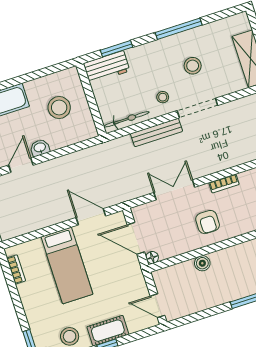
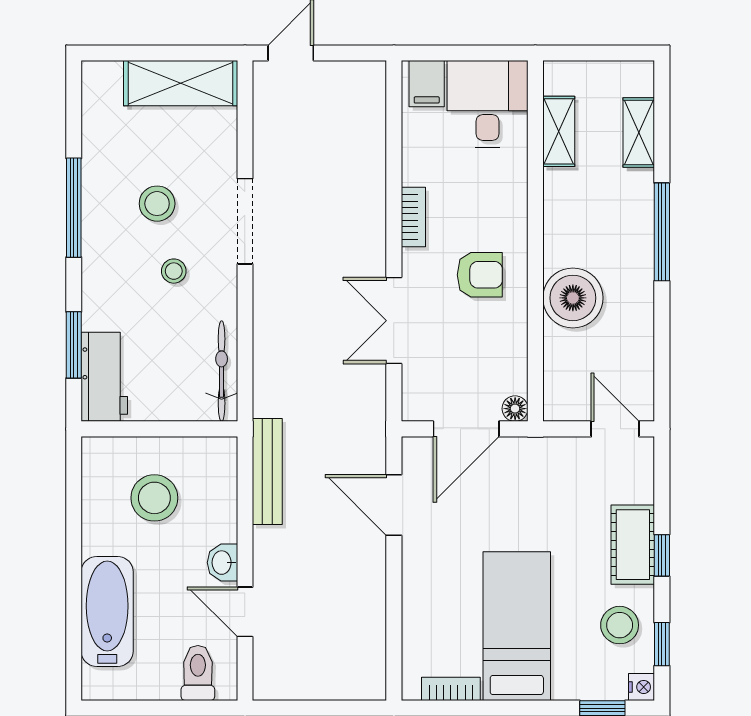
stool: (163, 97) -> (174, 271), moved
bench: (157, 132) -> (267, 472), moved
door: (91, 217) -> (394, 505), hinge flipped
boiler: (202, 263) -> (573, 298), width x1.86, depth x1.86
bed: (67, 265) -> (517, 626), moved, turned -90
door: (158, 306) -> (615, 429), swing flipped

